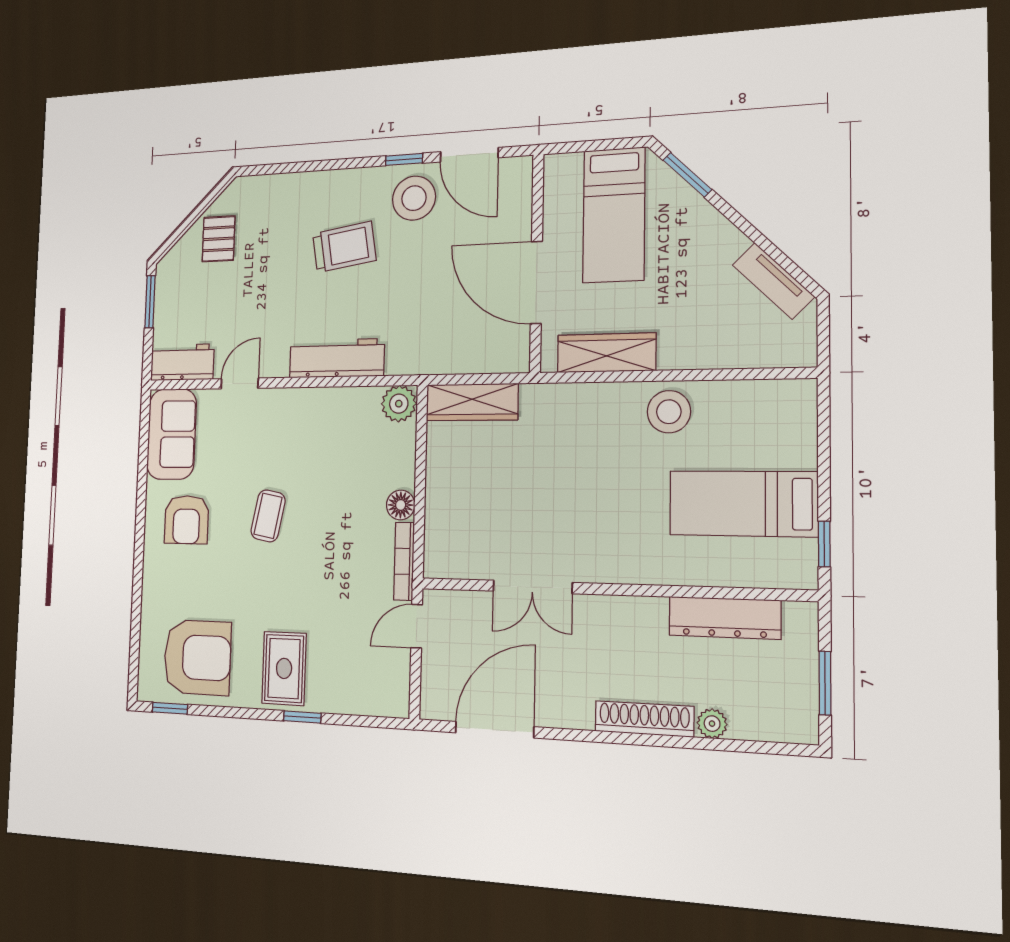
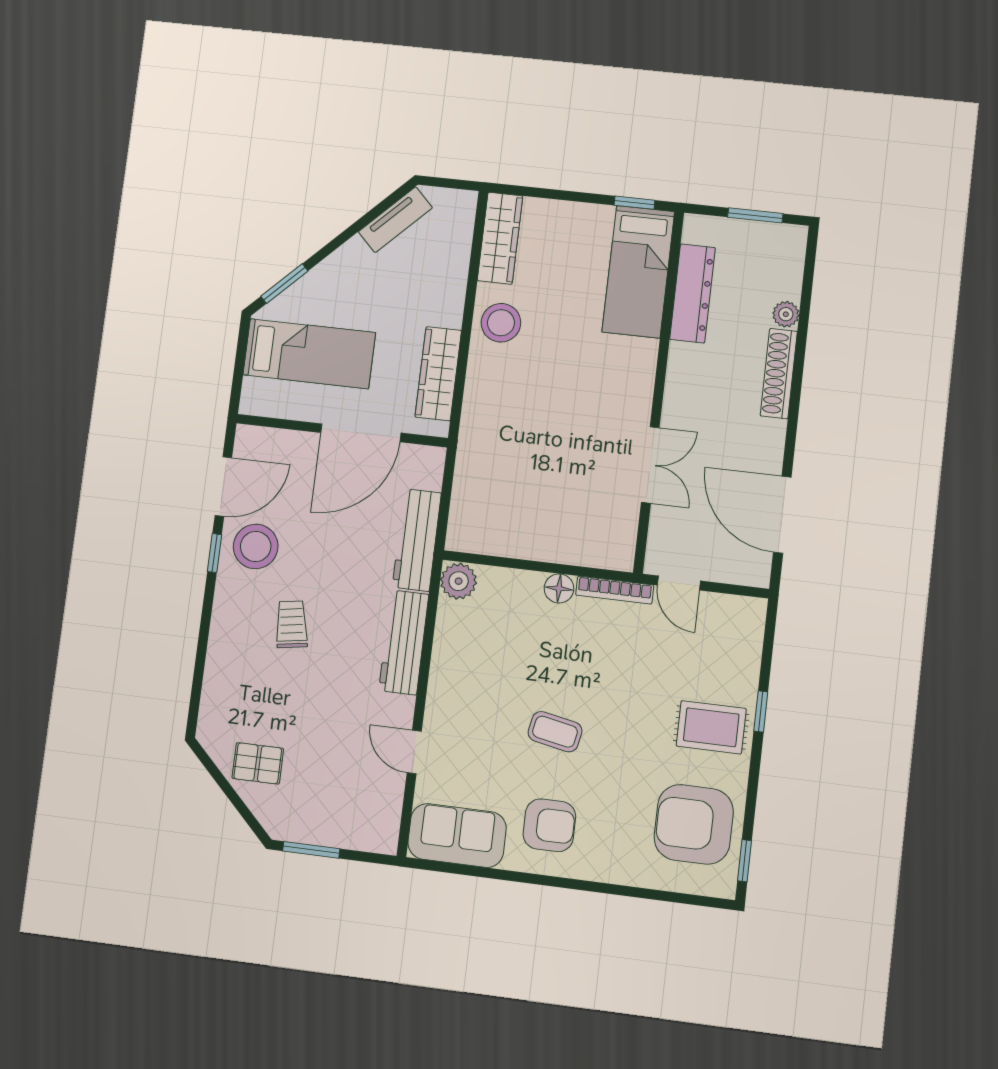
trolley: (344, 247) -> (292, 624), width x0.73, depth x0.72
workbench: (182, 362) -> (417, 540), moved, width x1.38
wardrobe: (472, 402) -> (500, 238), moved
bed: (743, 504) -> (638, 272), moved
armchair: (197, 657) -> (694, 824), turned -90

